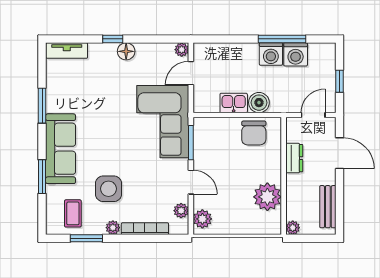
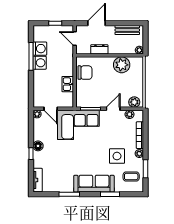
boiler: (259, 103) -> (67, 70), removed

